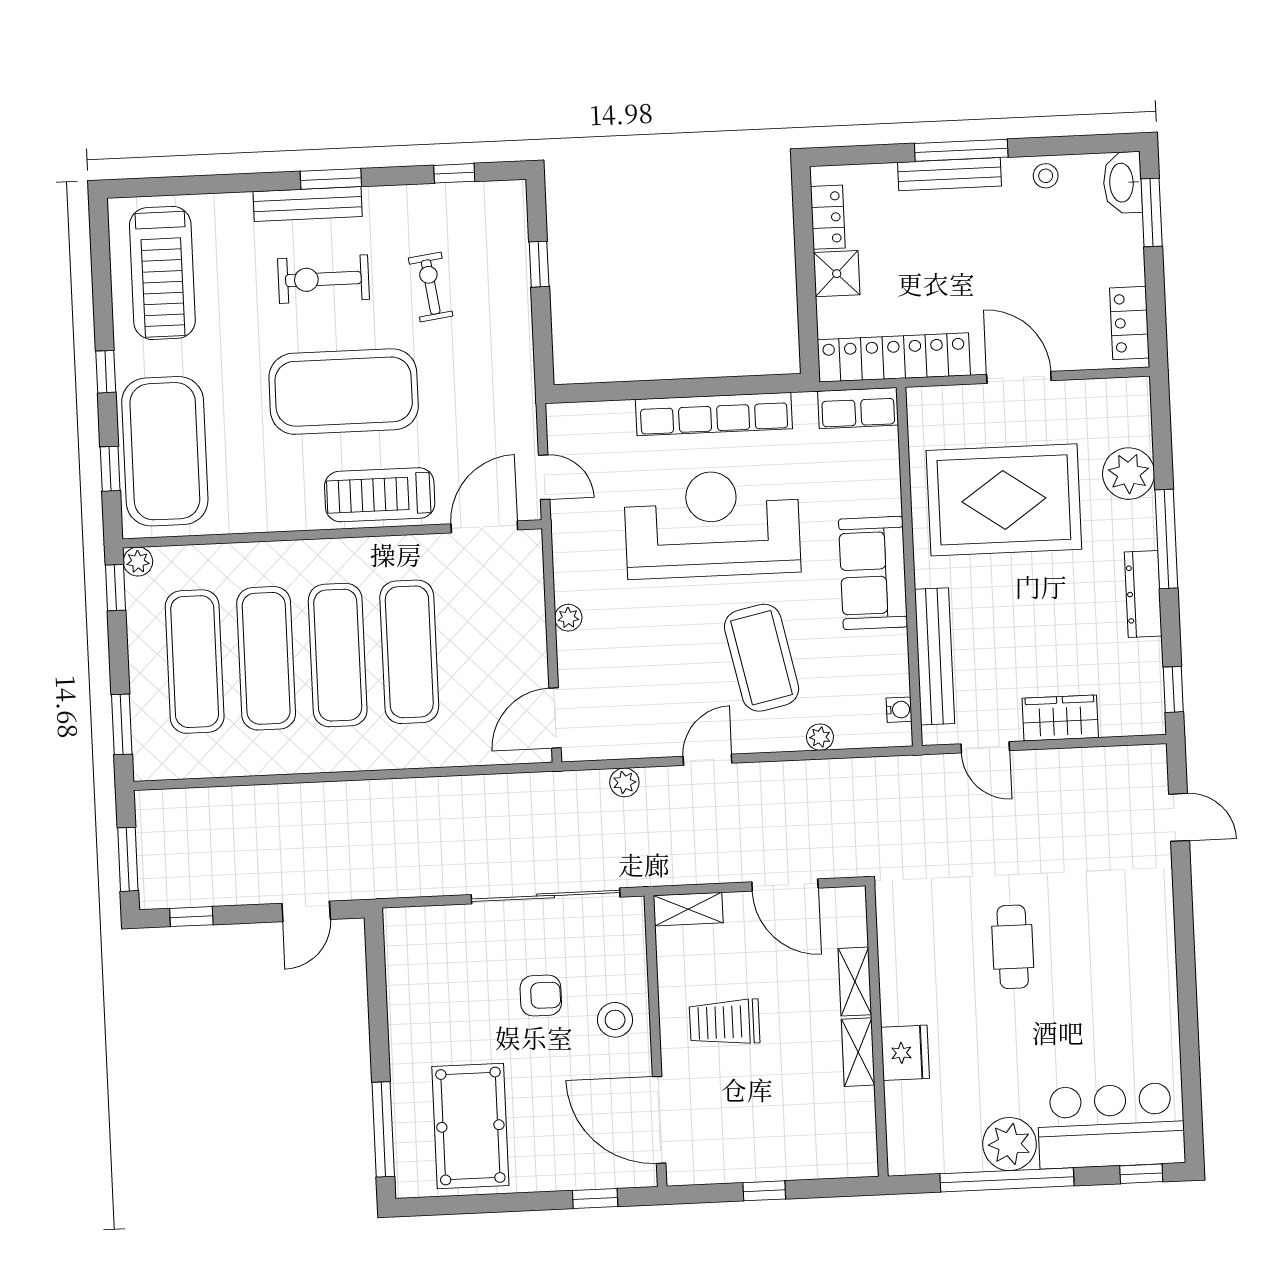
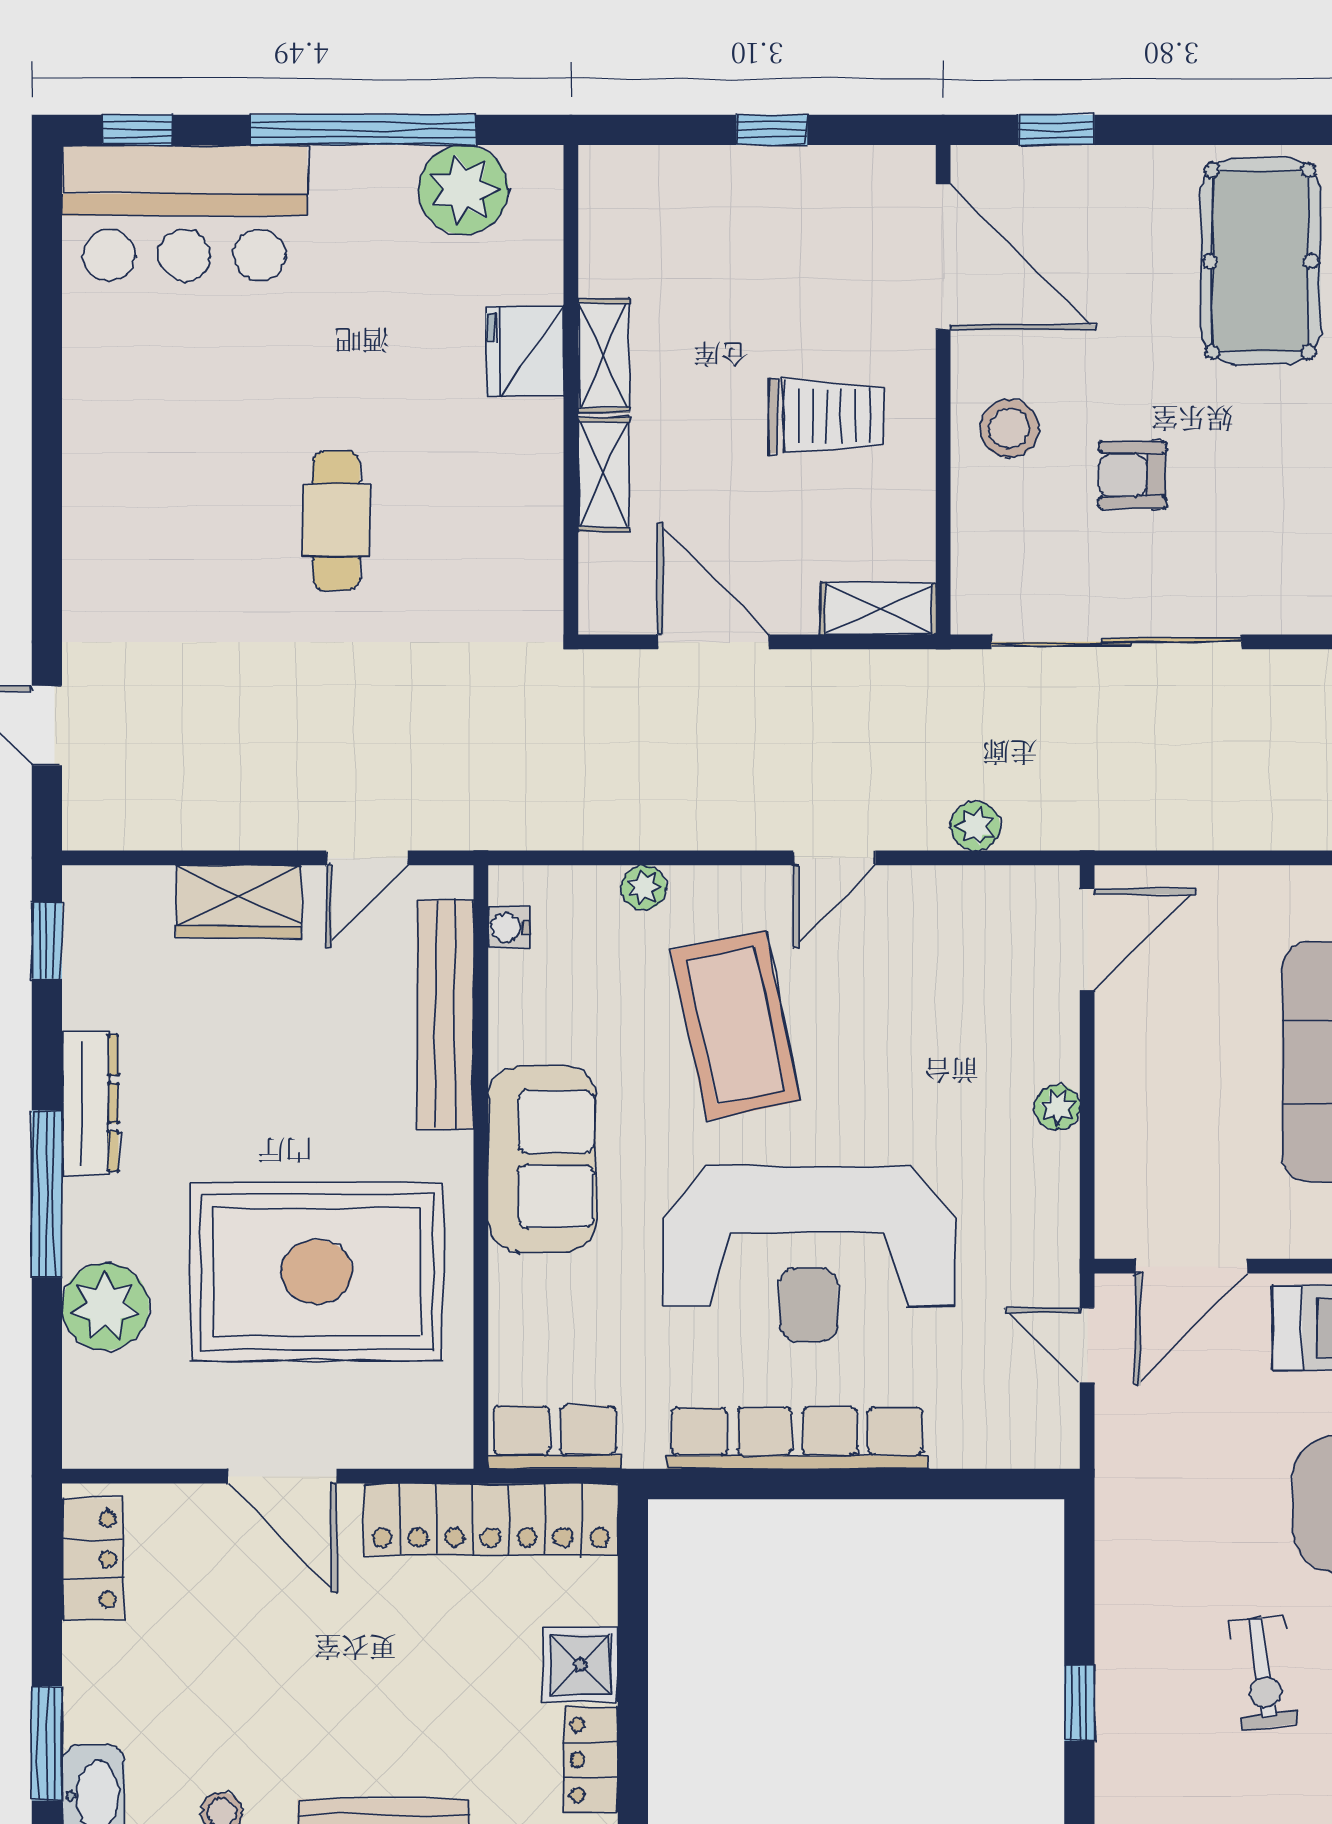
door: (985, 747) -> (367, 858), swing flipped
plant: (1010, 1144) -> (463, 190), moved

